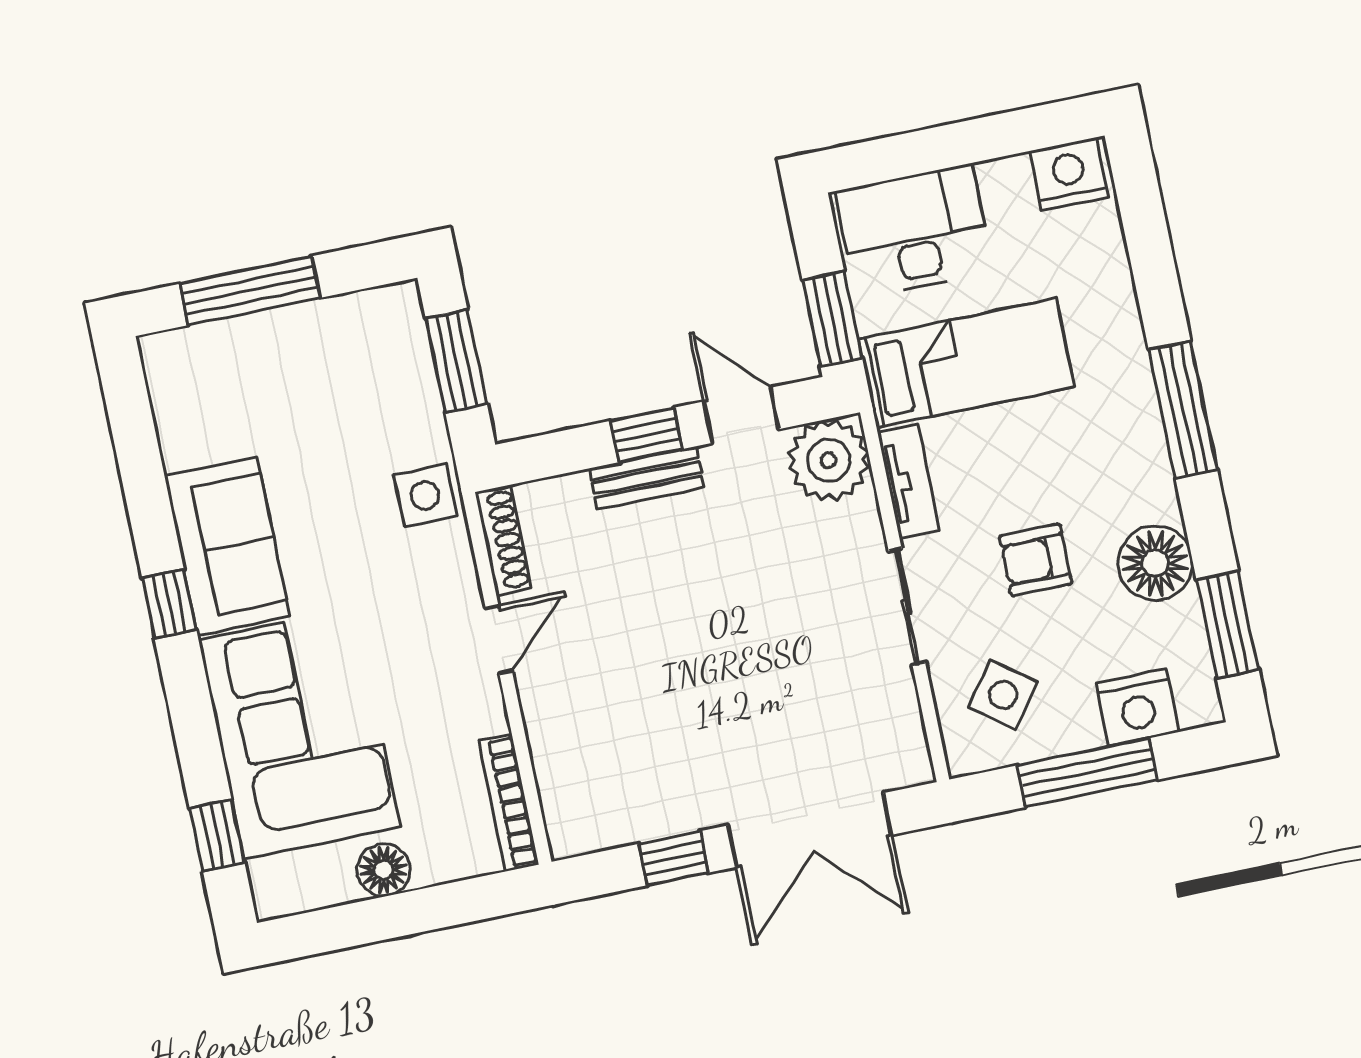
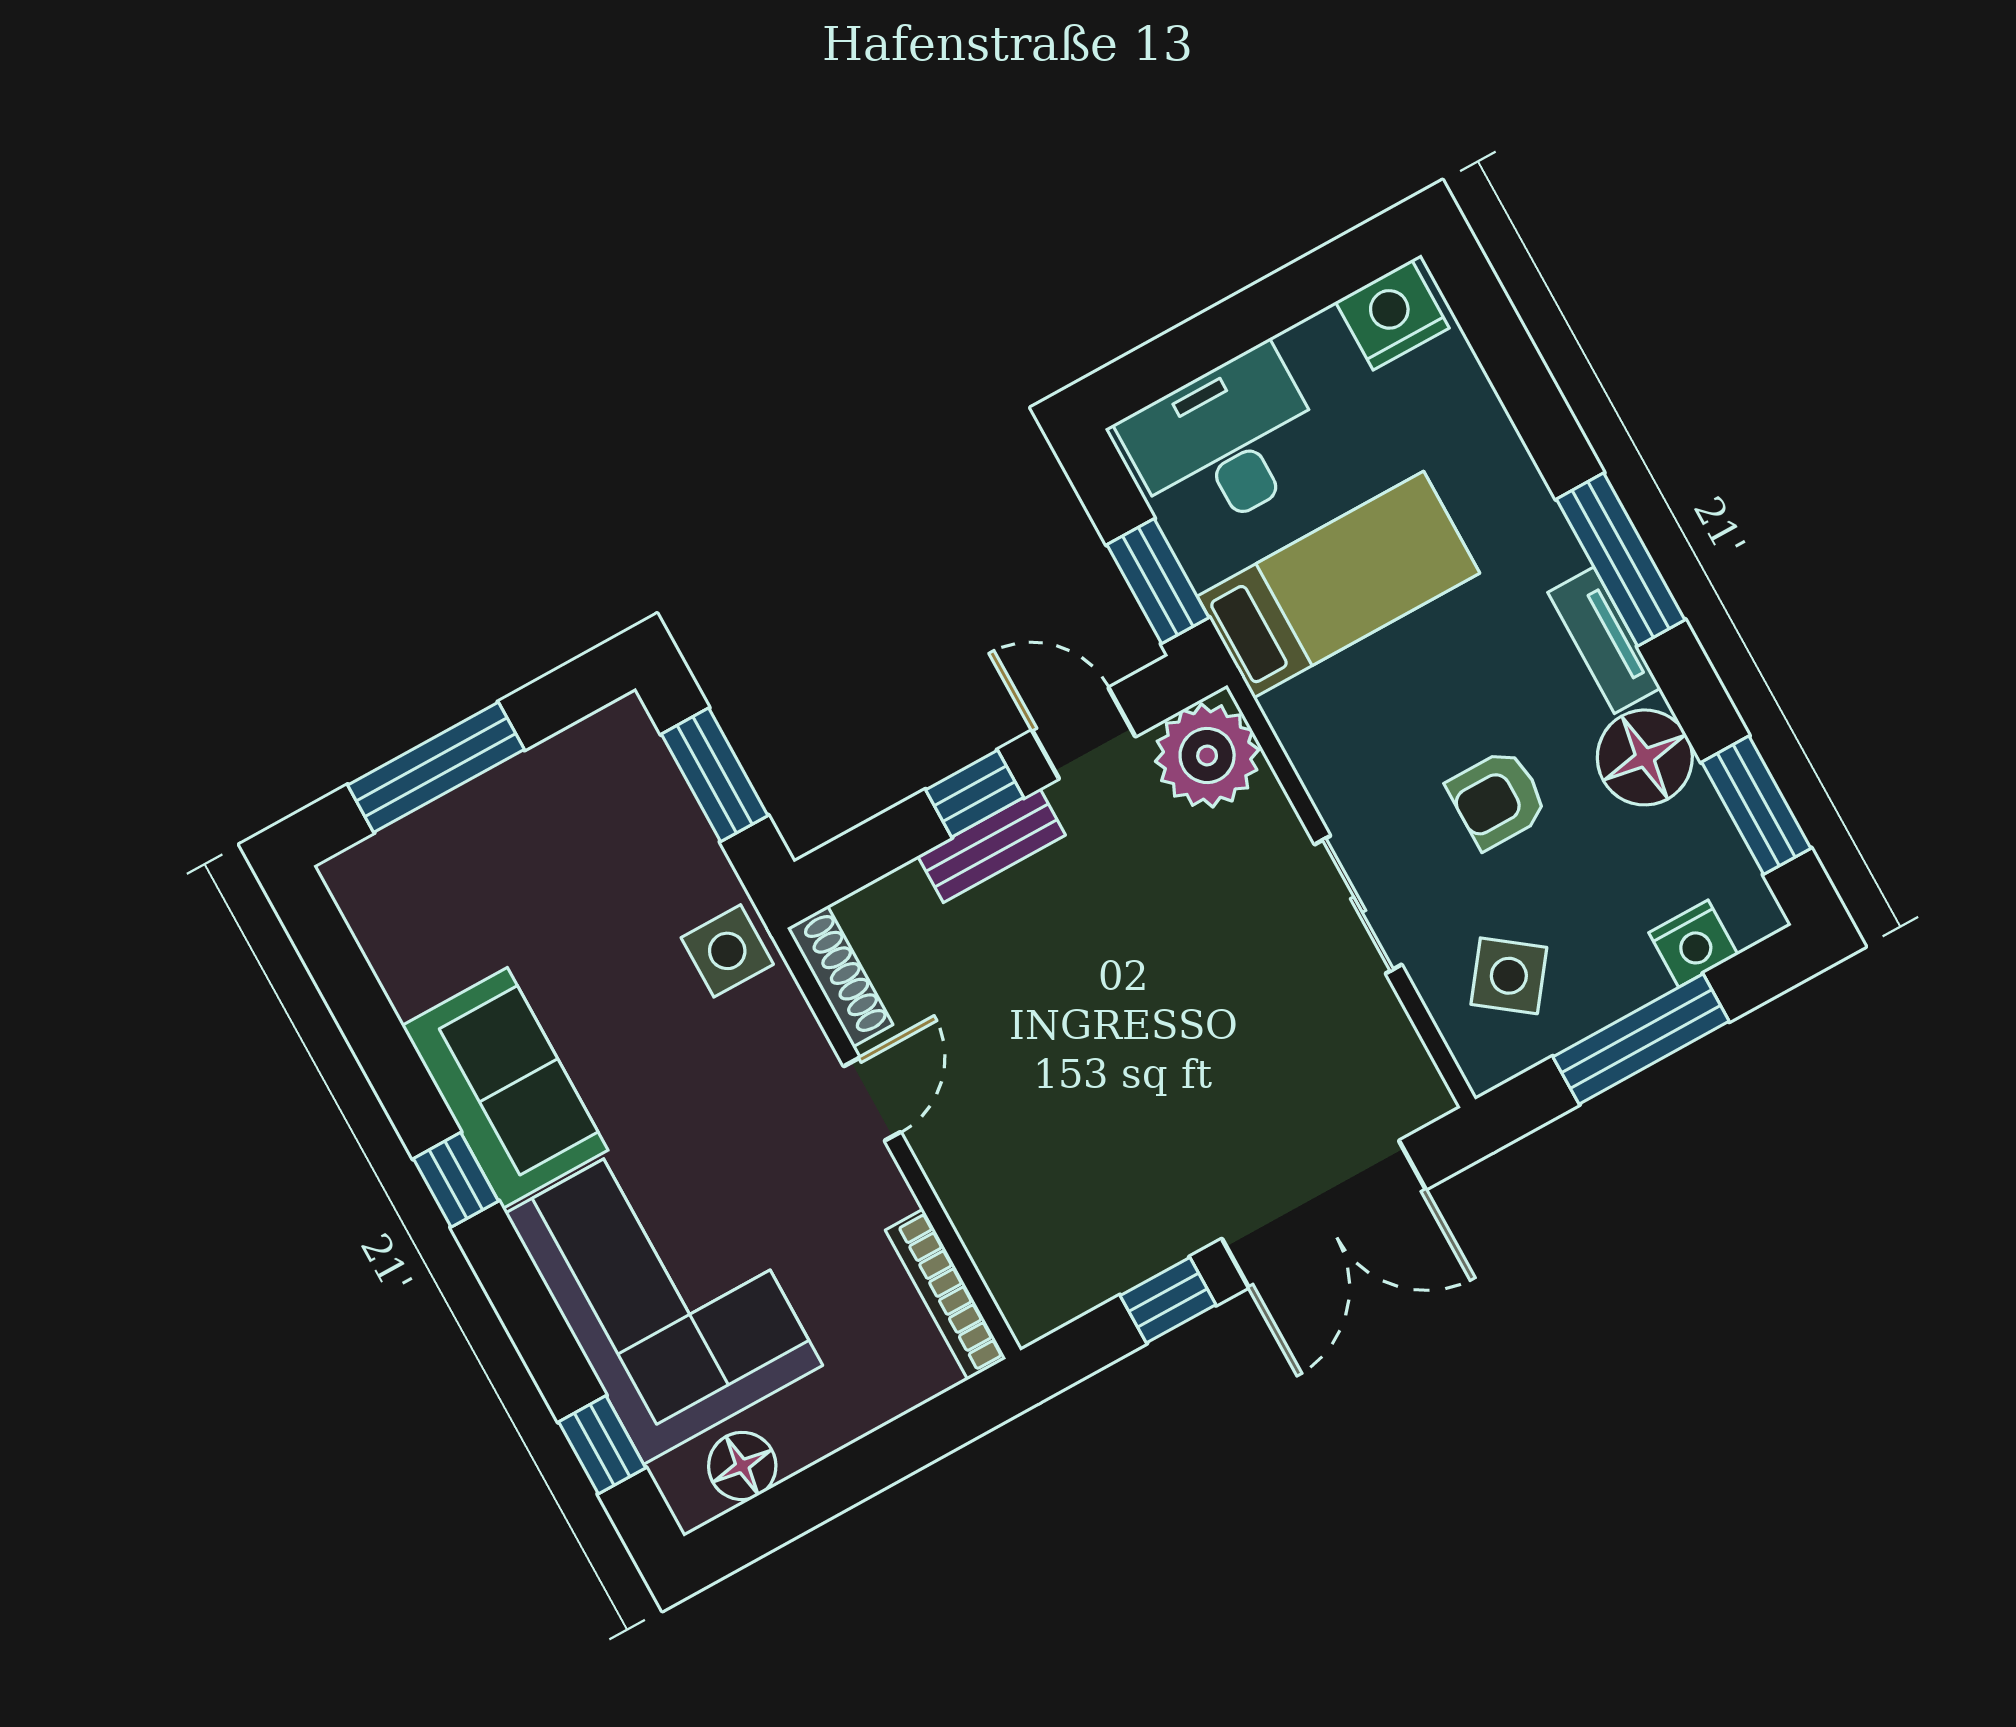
tv unit: (909, 481) -> (1604, 640), moved, turned 180
nightstand: (1137, 708) -> (1693, 944), width x0.74, depth x0.75
floor lamp: (384, 870) -> (742, 1466), moved

